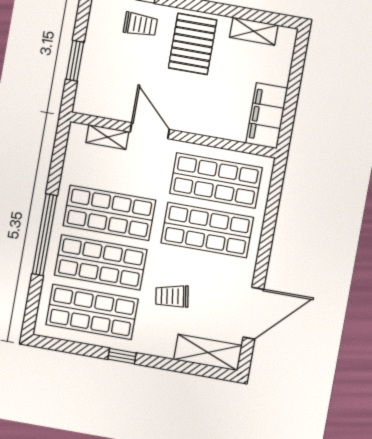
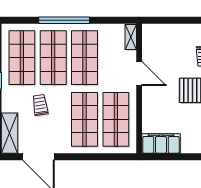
window: (75, 61) -> (174, 20), removed
door: (150, 131) -> (139, 73), hinge flipped
shelving: (107, 137) -> (131, 37), moved

